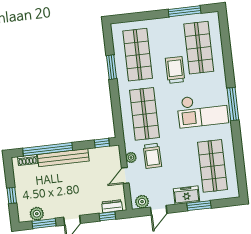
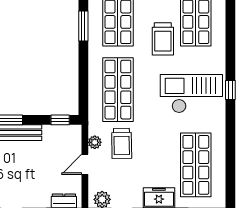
trolley: (175, 70) -> (163, 39), turned 180
window: (233, 104) -> (230, 90), width x0.46
checkout: (203, 110) -> (191, 94), turned 180

